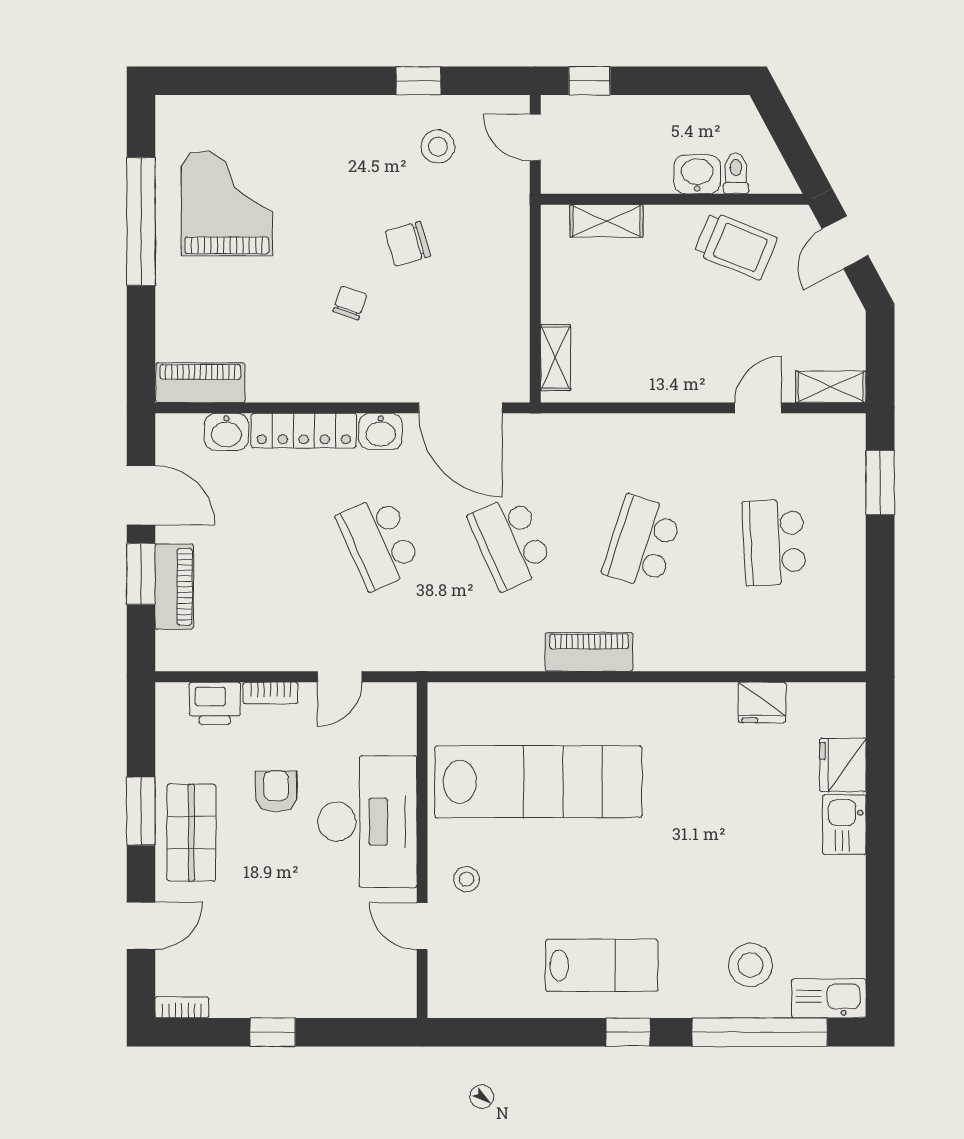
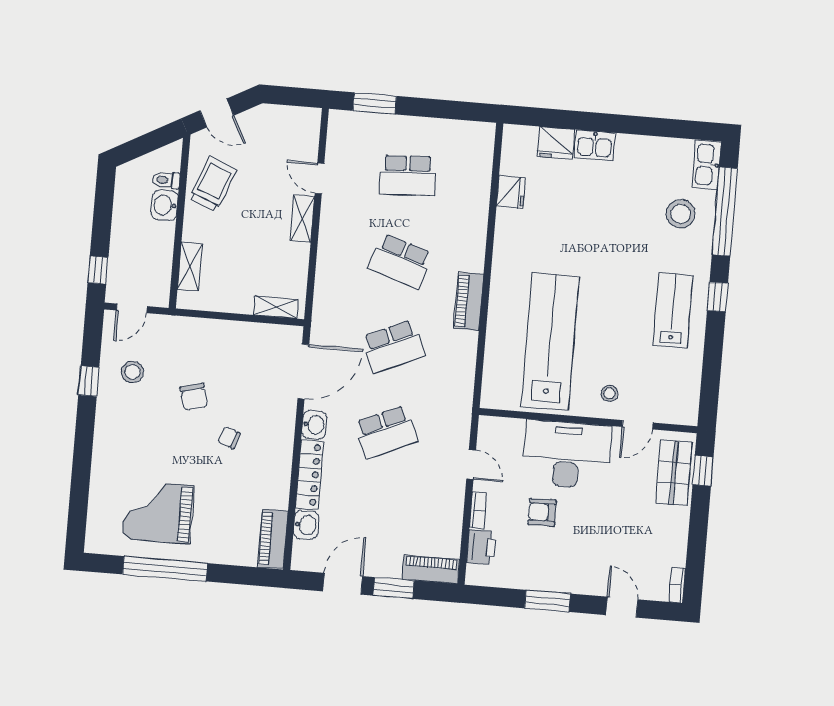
shelving: (831, 387) -> (302, 219), moved
piano: (174, 587) -> (431, 569), moved
shop shelf: (191, 833) -> (674, 473), moved, turned 90
window: (273, 1032) -> (703, 471), moved

